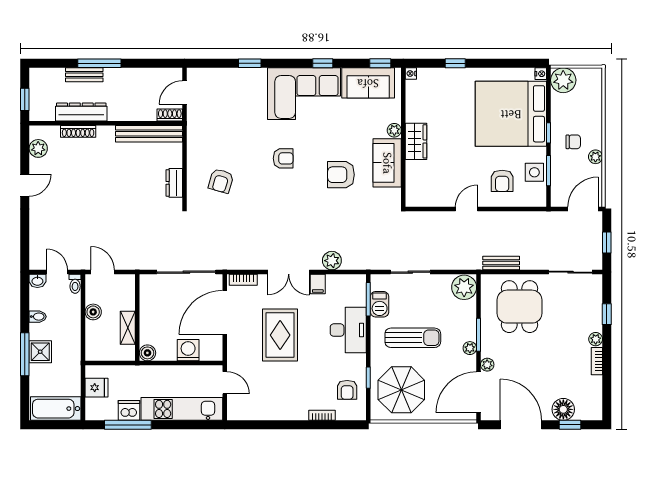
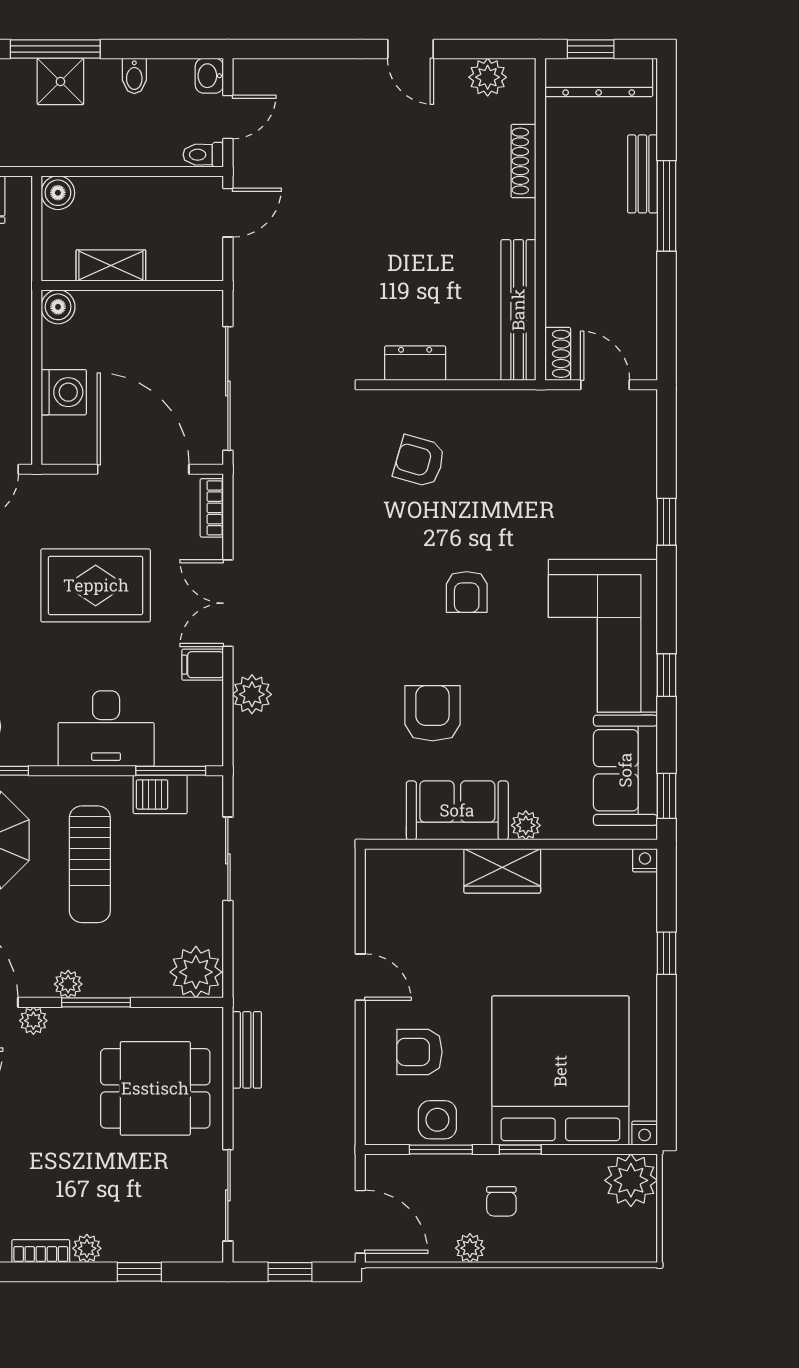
dresser: (81, 112) -> (599, 77), moved, turned 90
boiler: (93, 312) -> (58, 193), moved

